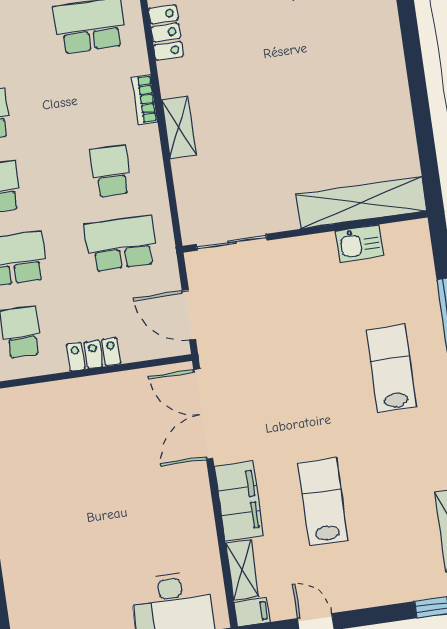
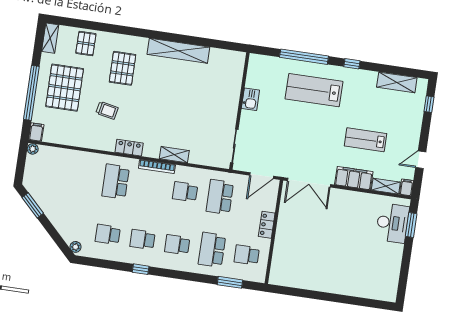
bookcase: (145, 100) -> (157, 167), width x1.56
shelving: (361, 202) -> (178, 51), moved, turned 90
kitchen sink: (360, 243) -> (250, 99), moved
lab bench: (391, 369) -> (314, 90), width x1.36, depth x1.39

